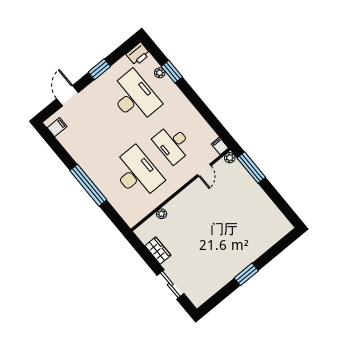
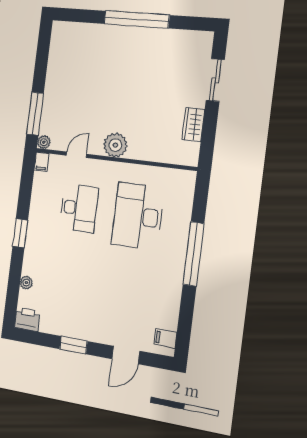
window: (172, 72) -> (20, 233), moved
desk: (134, 97) -> (69, 286), removed
plant: (162, 214) -> (115, 145), moved, width x1.88, depth x1.88
window: (246, 274) -> (136, 19), width x2.11

